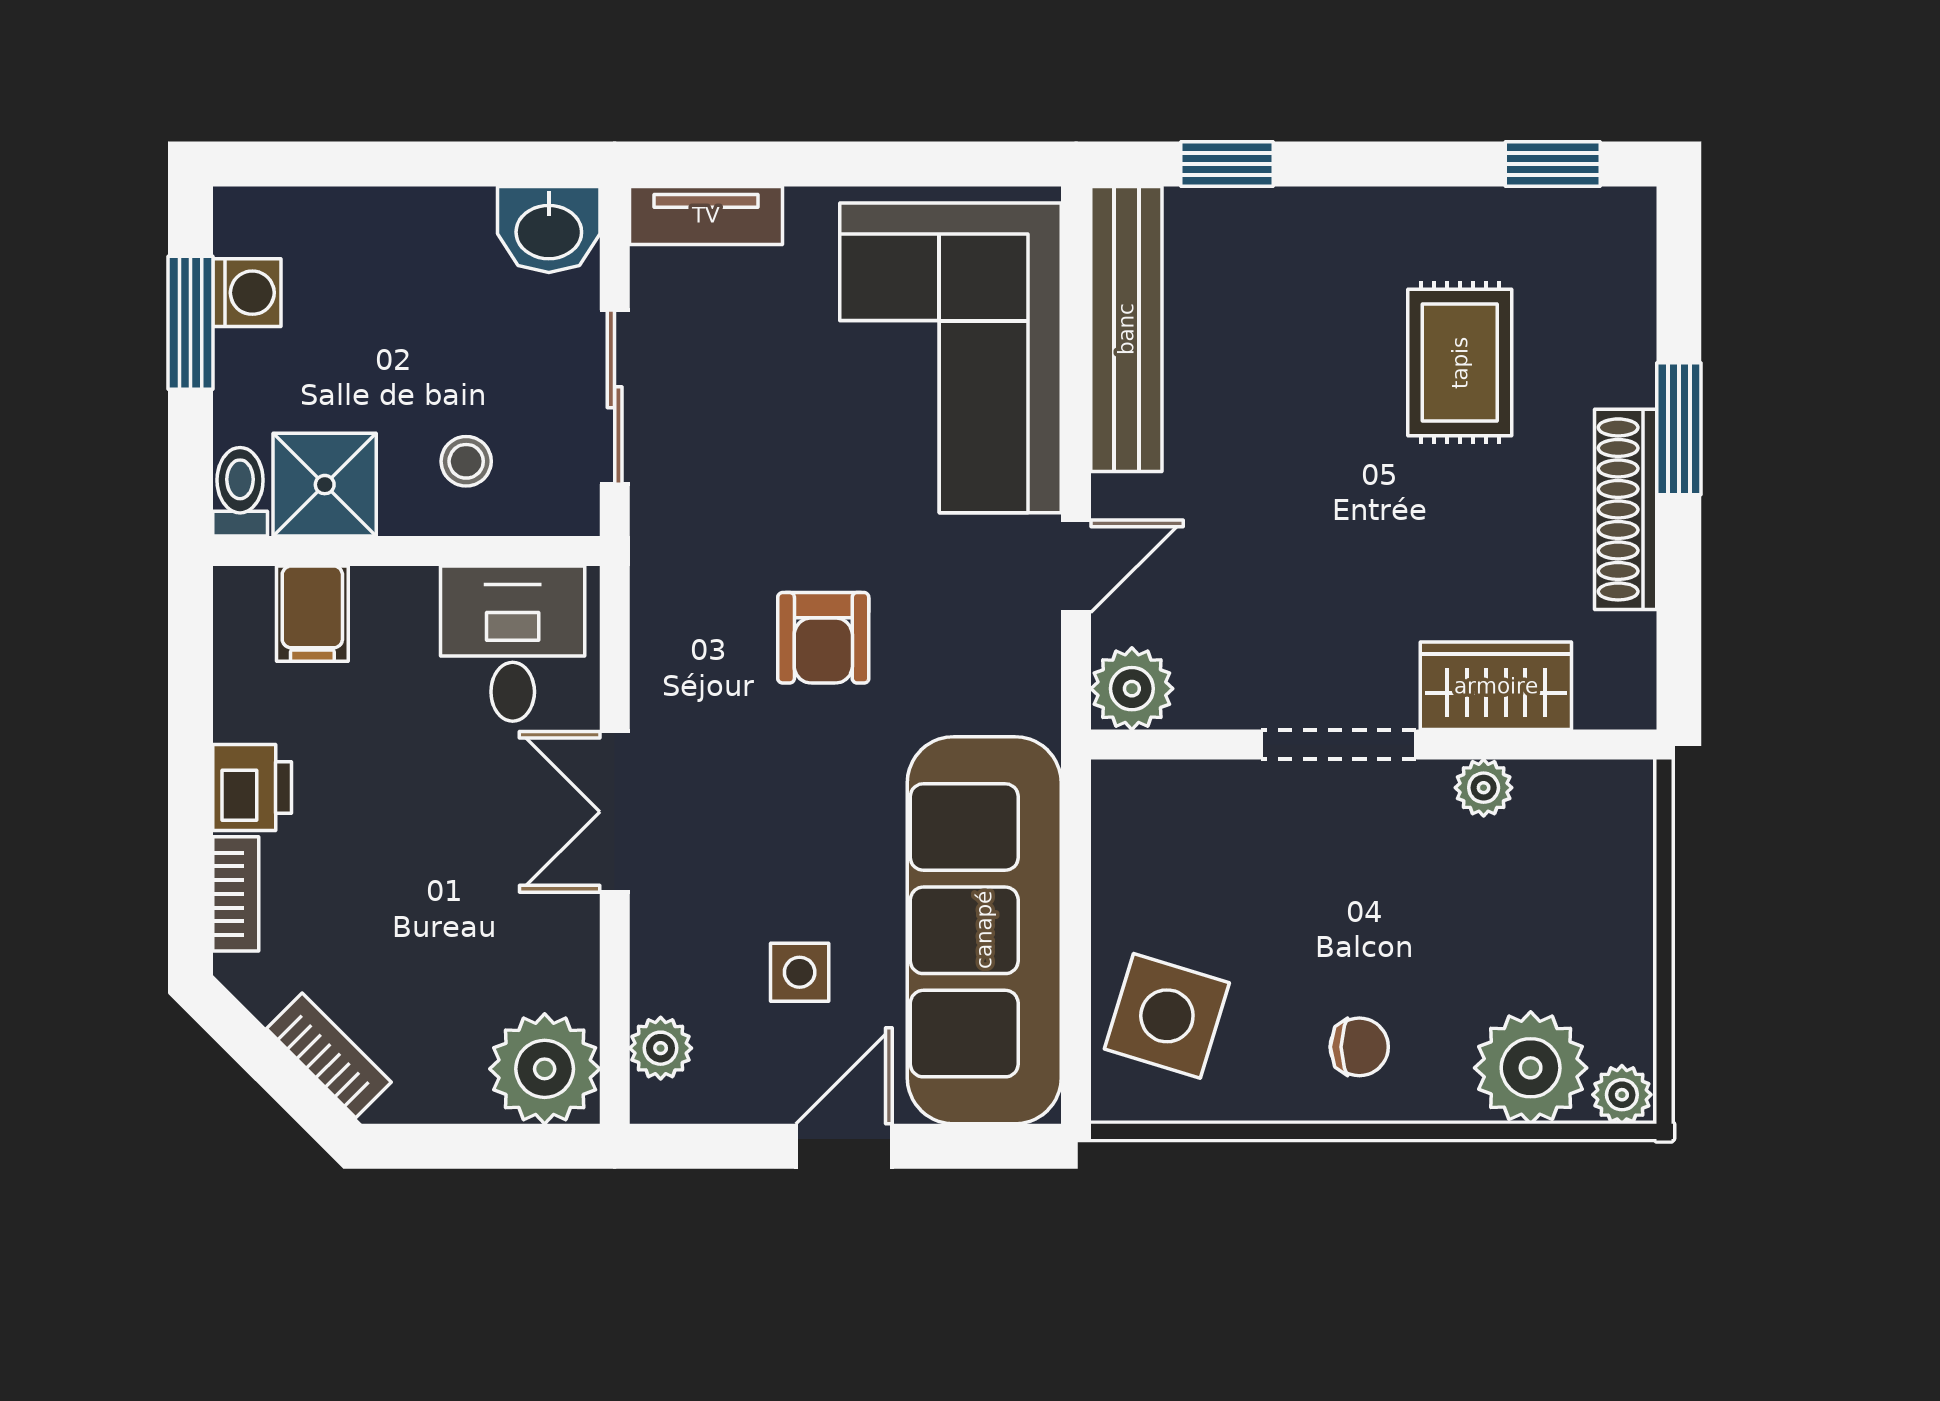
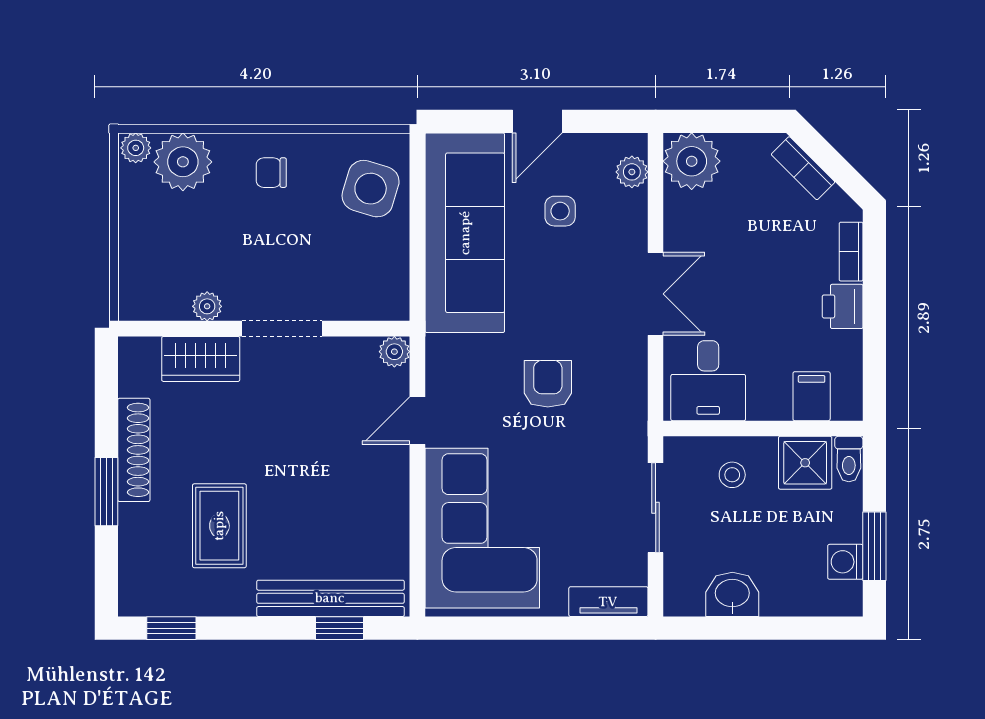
washbasin: (549, 229) -> (732, 594), moved
bench: (1126, 329) -> (330, 598), moved, turned 90
plant: (1132, 689) -> (394, 352), width x0.73, depth x0.73

